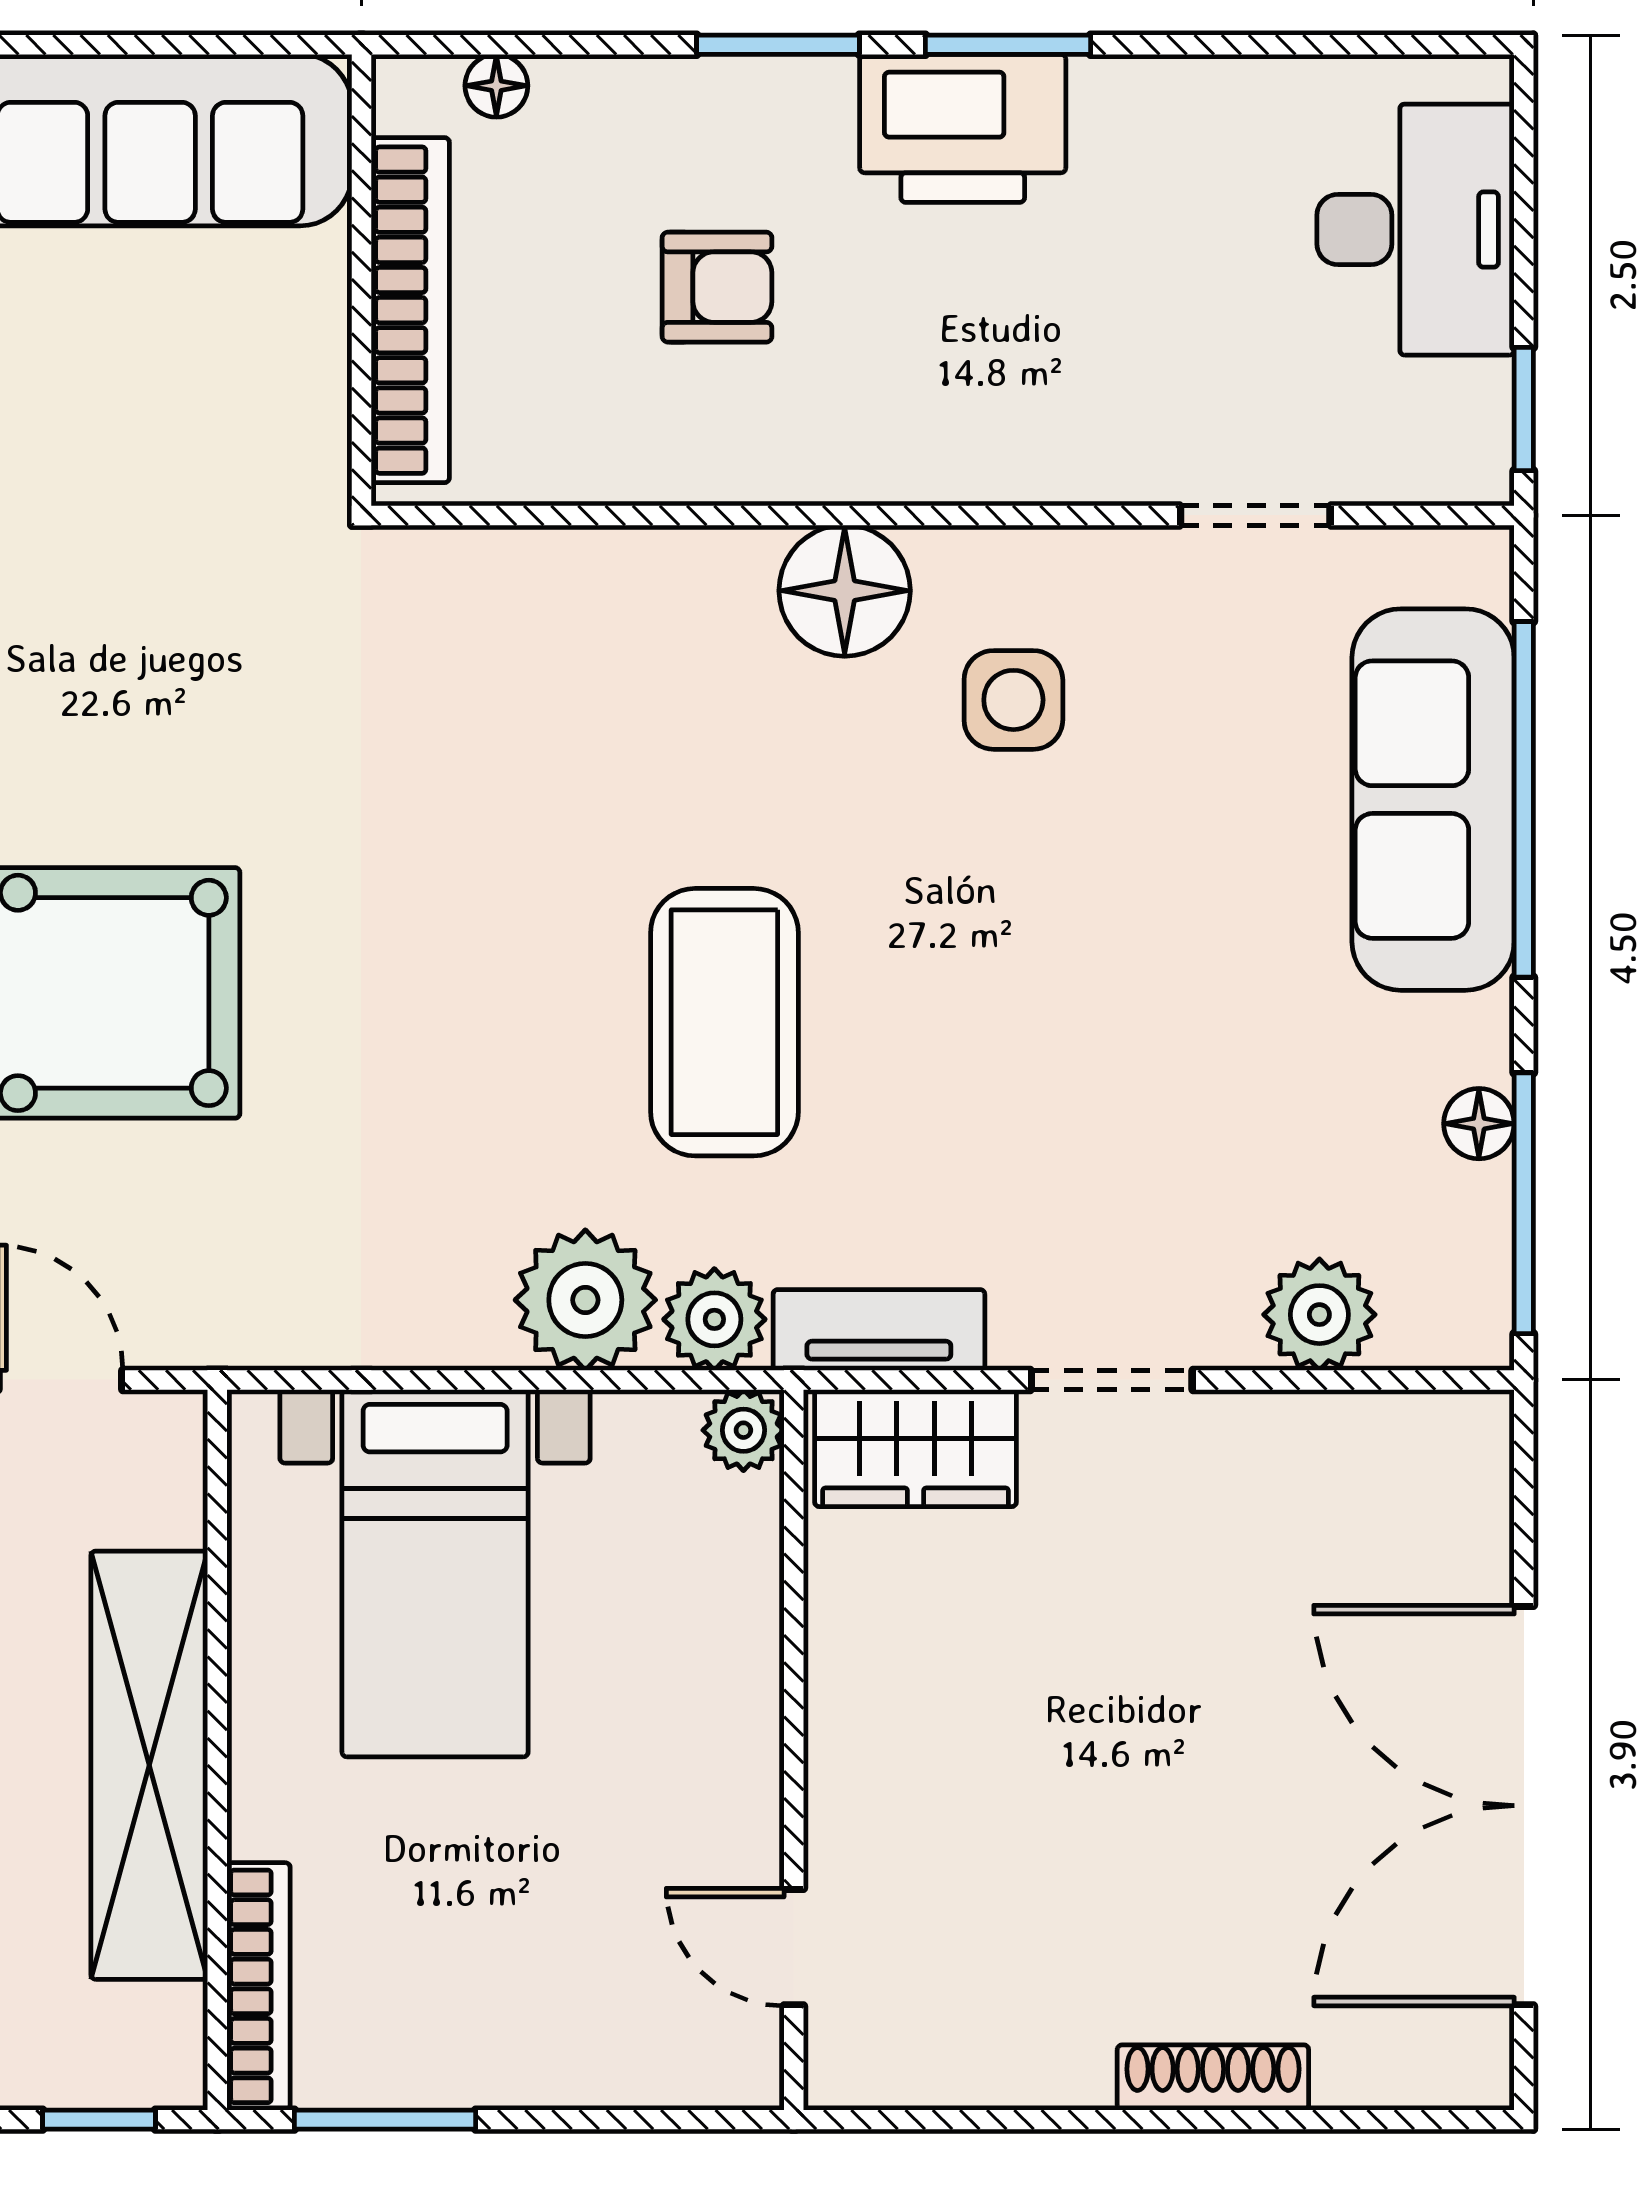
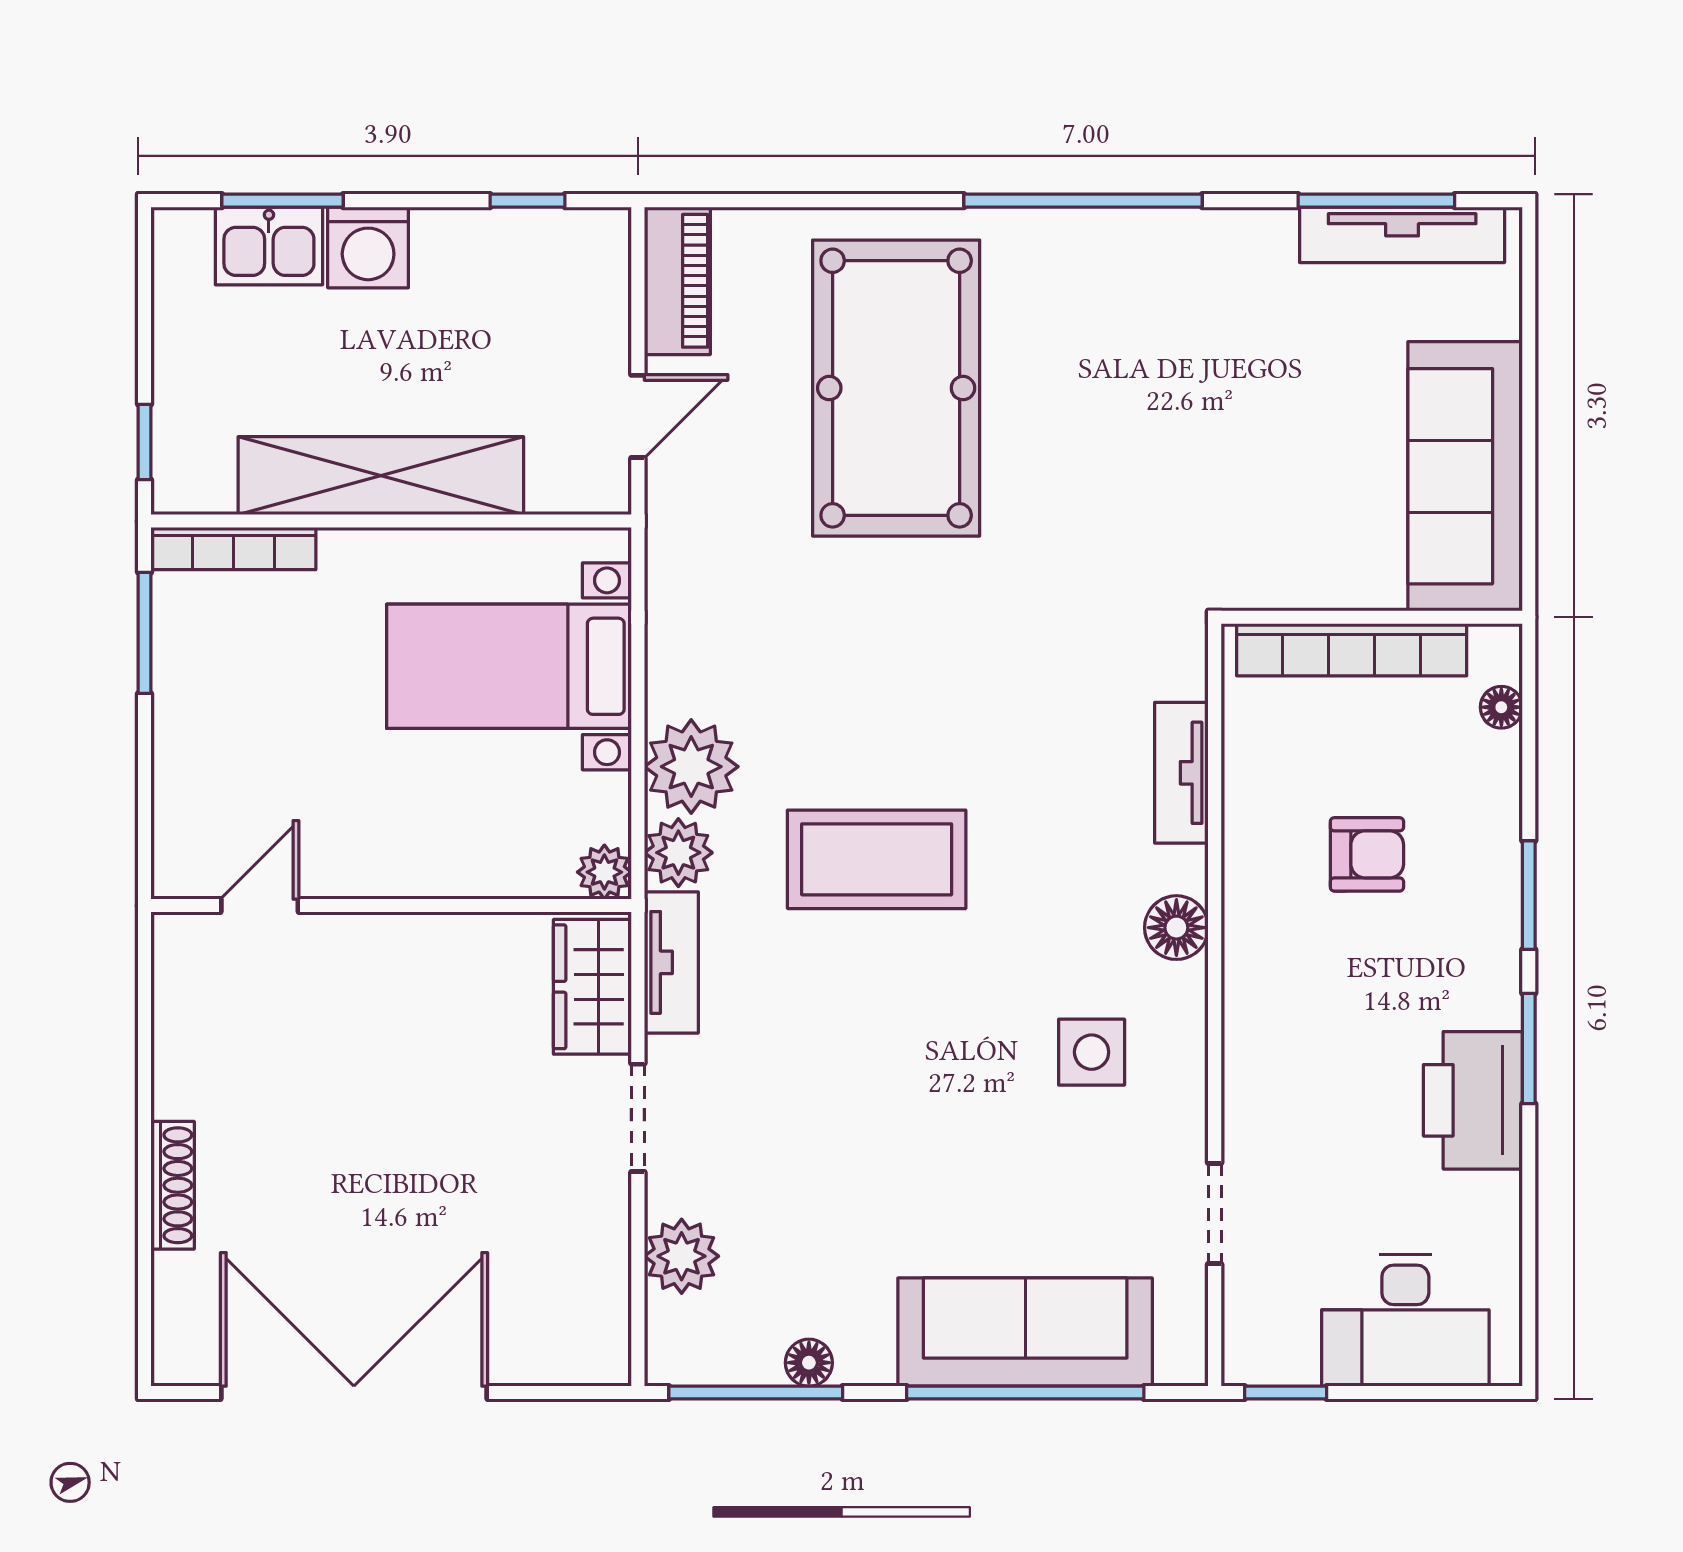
printer: (963, 128) -> (1473, 1100), moved
armchair: (717, 287) -> (1367, 854), turned -90
tv unit: (595, 565) -> (1181, 773), added
floor lamp: (845, 591) -> (1176, 928), width x0.73, depth x0.73

